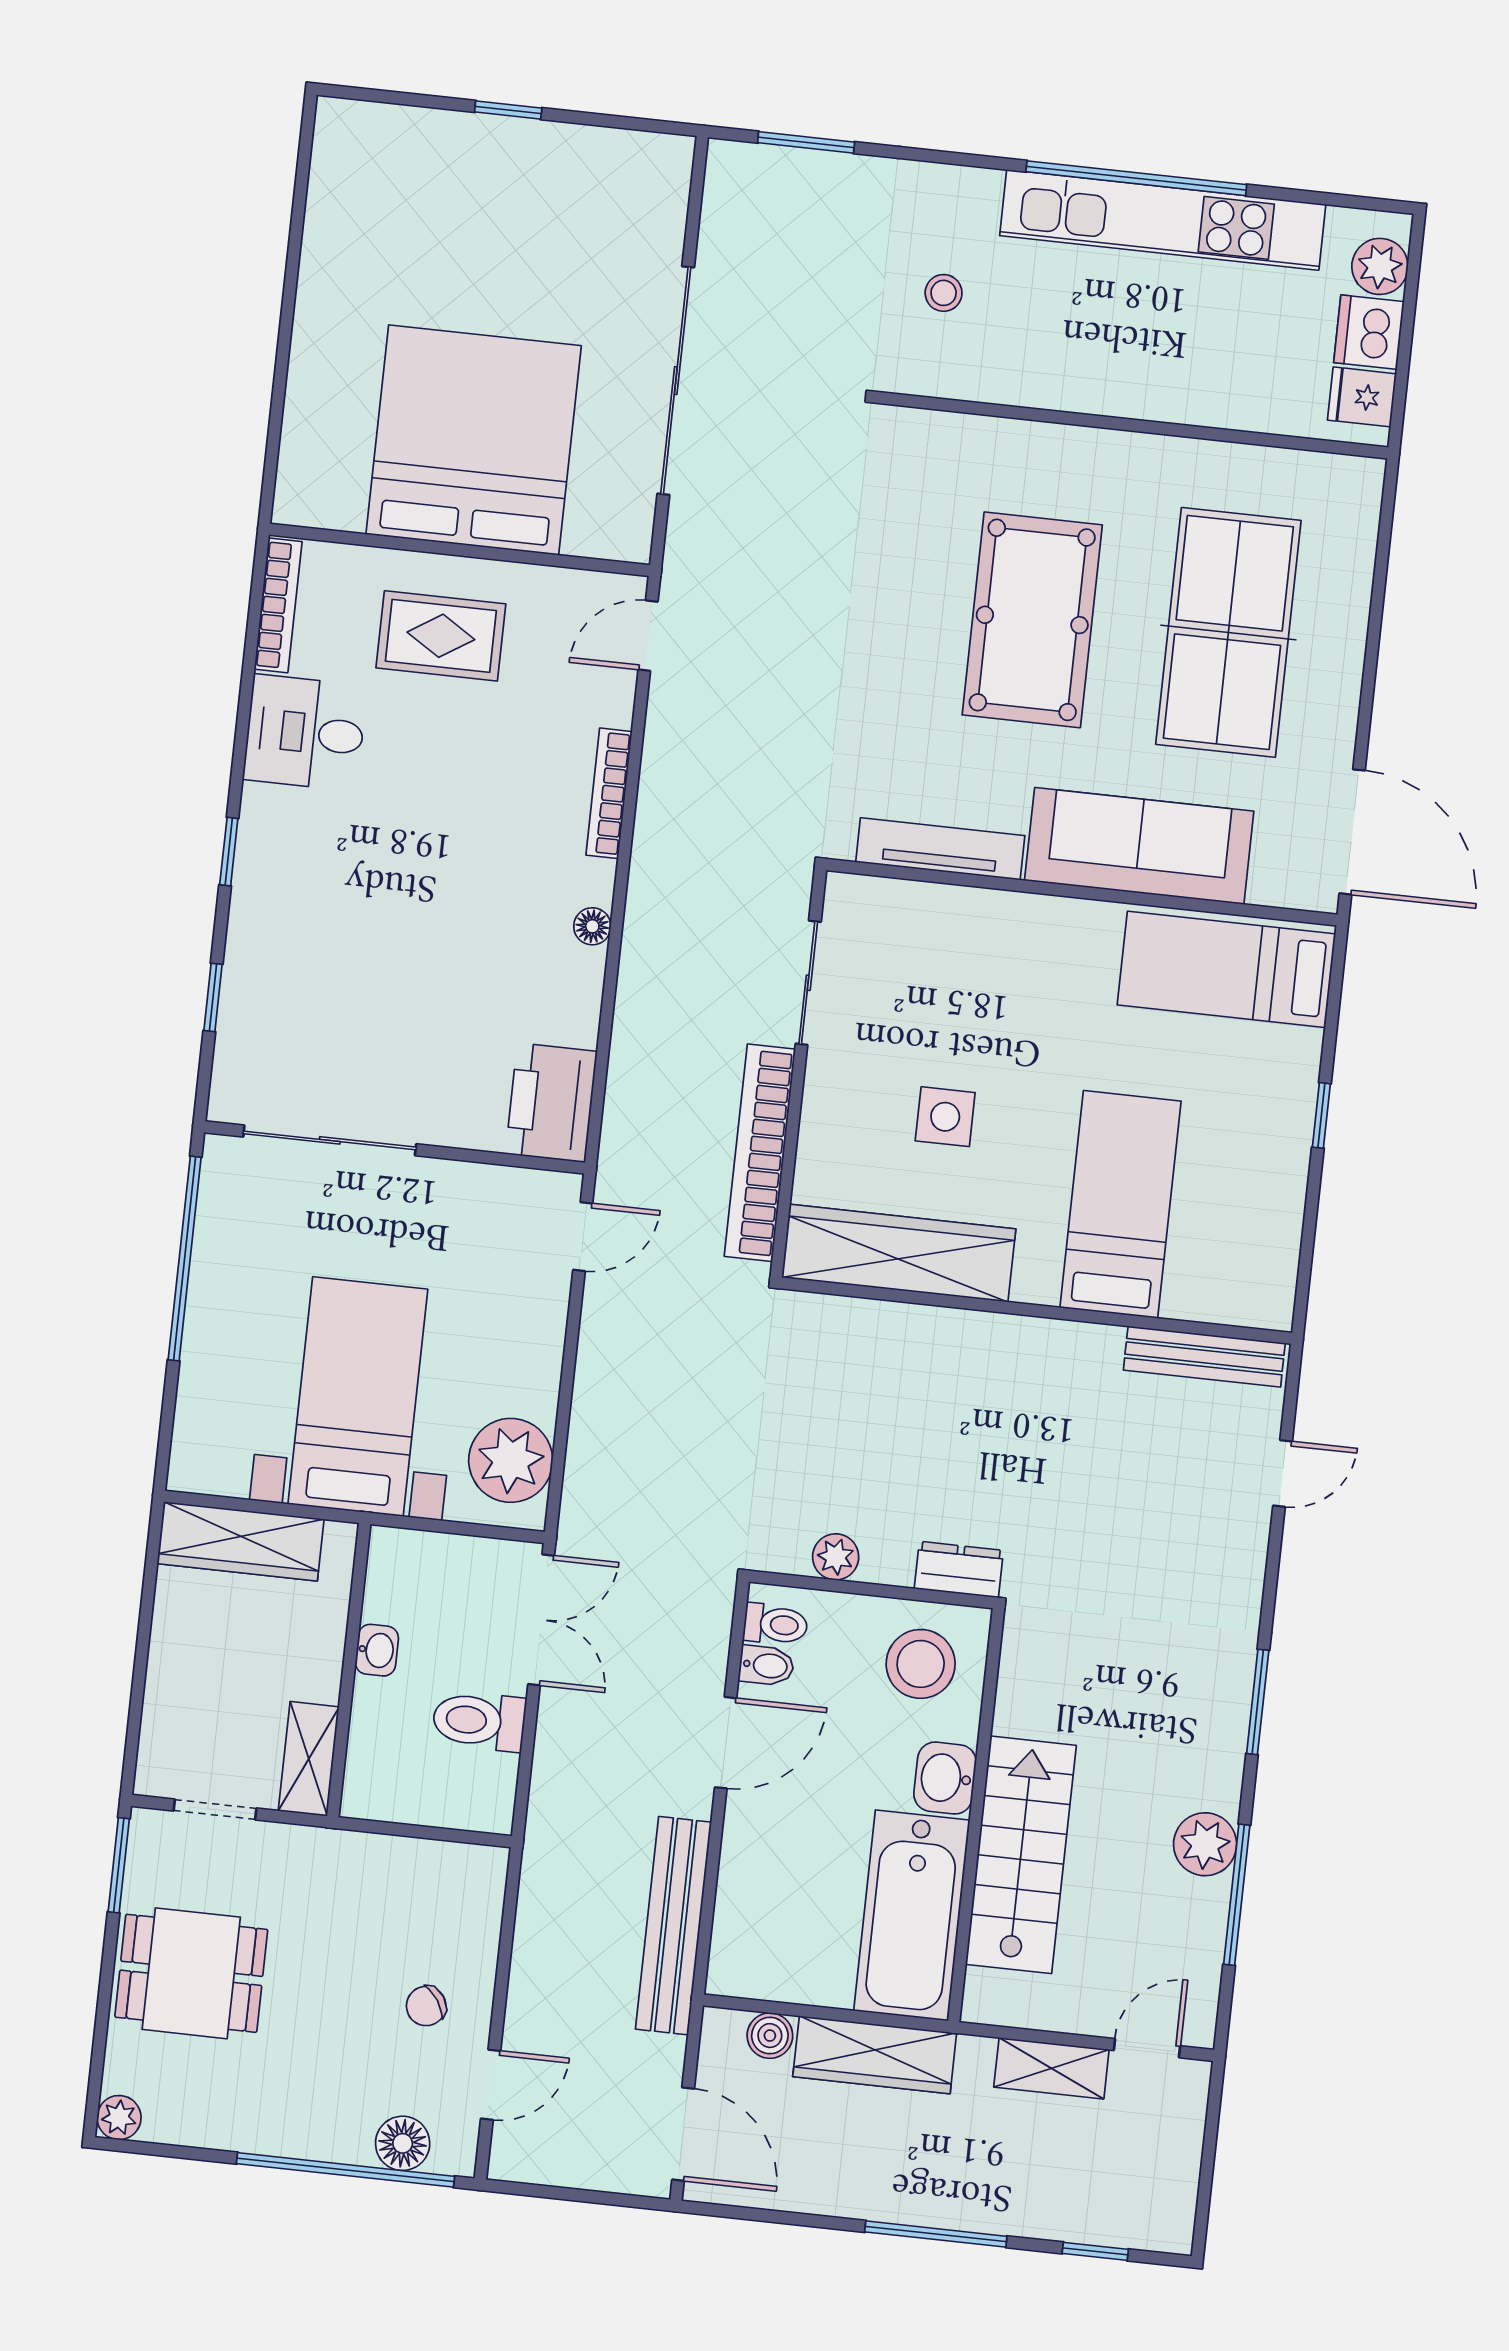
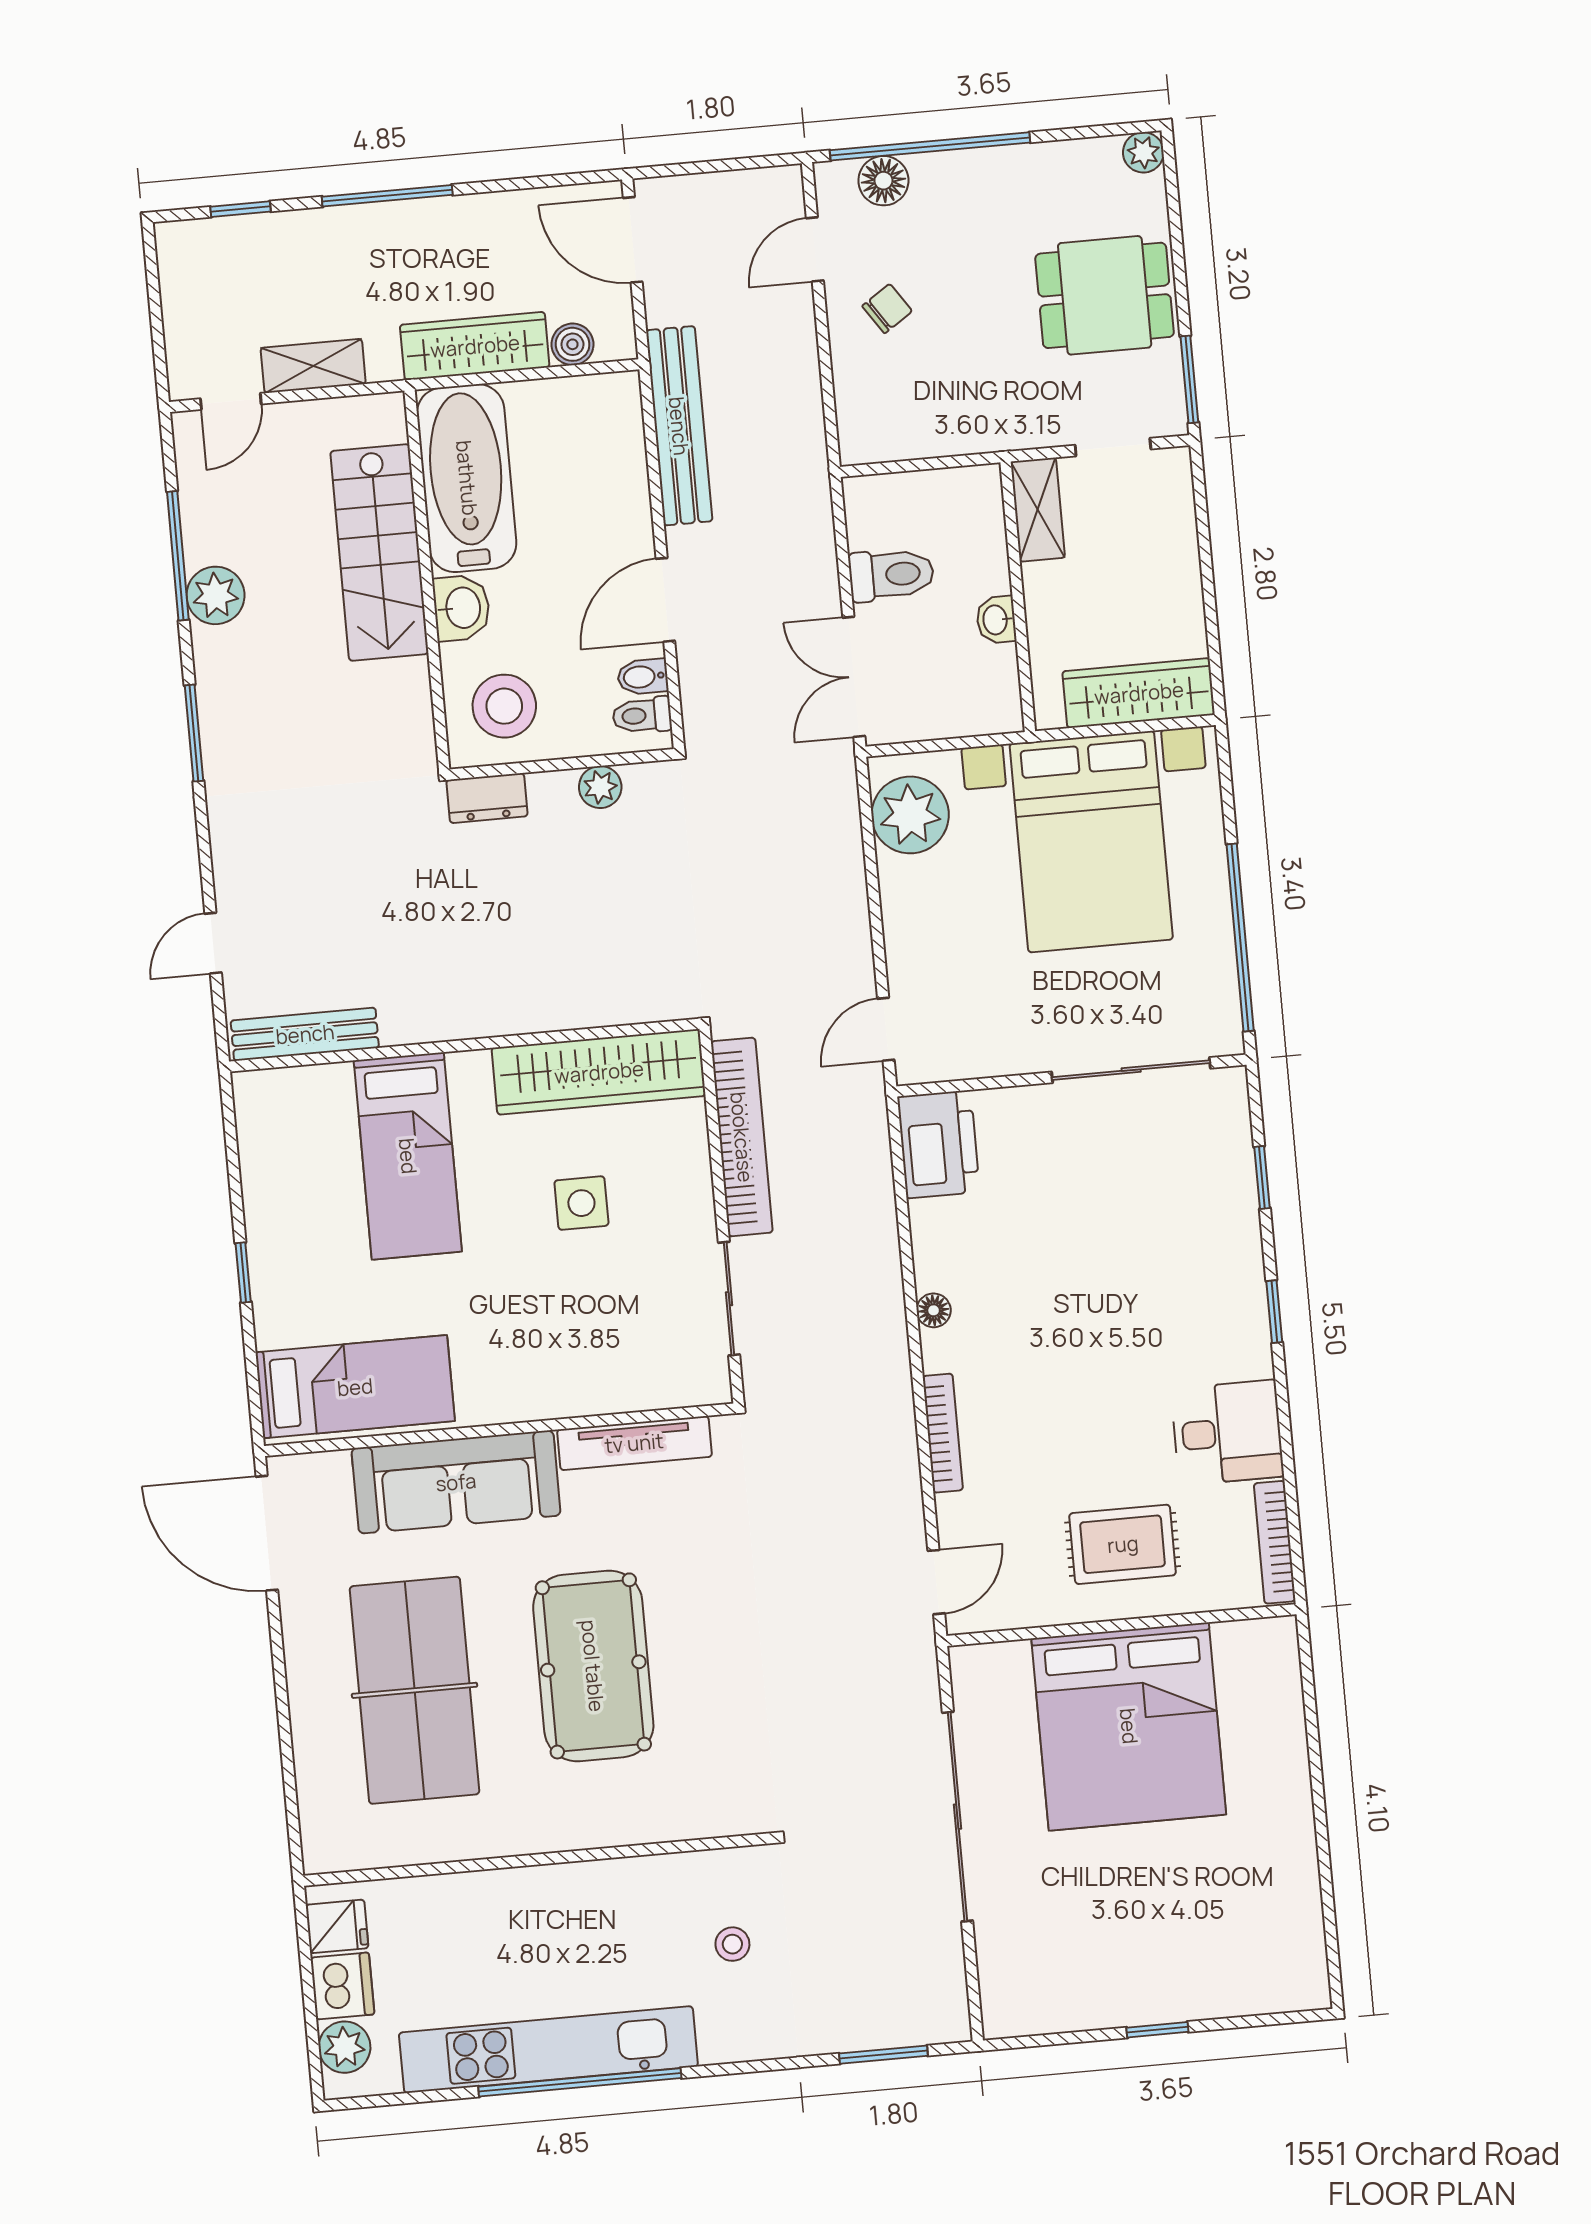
bed with nightstands: (358, 1397) -> (1091, 842), width x1.36

